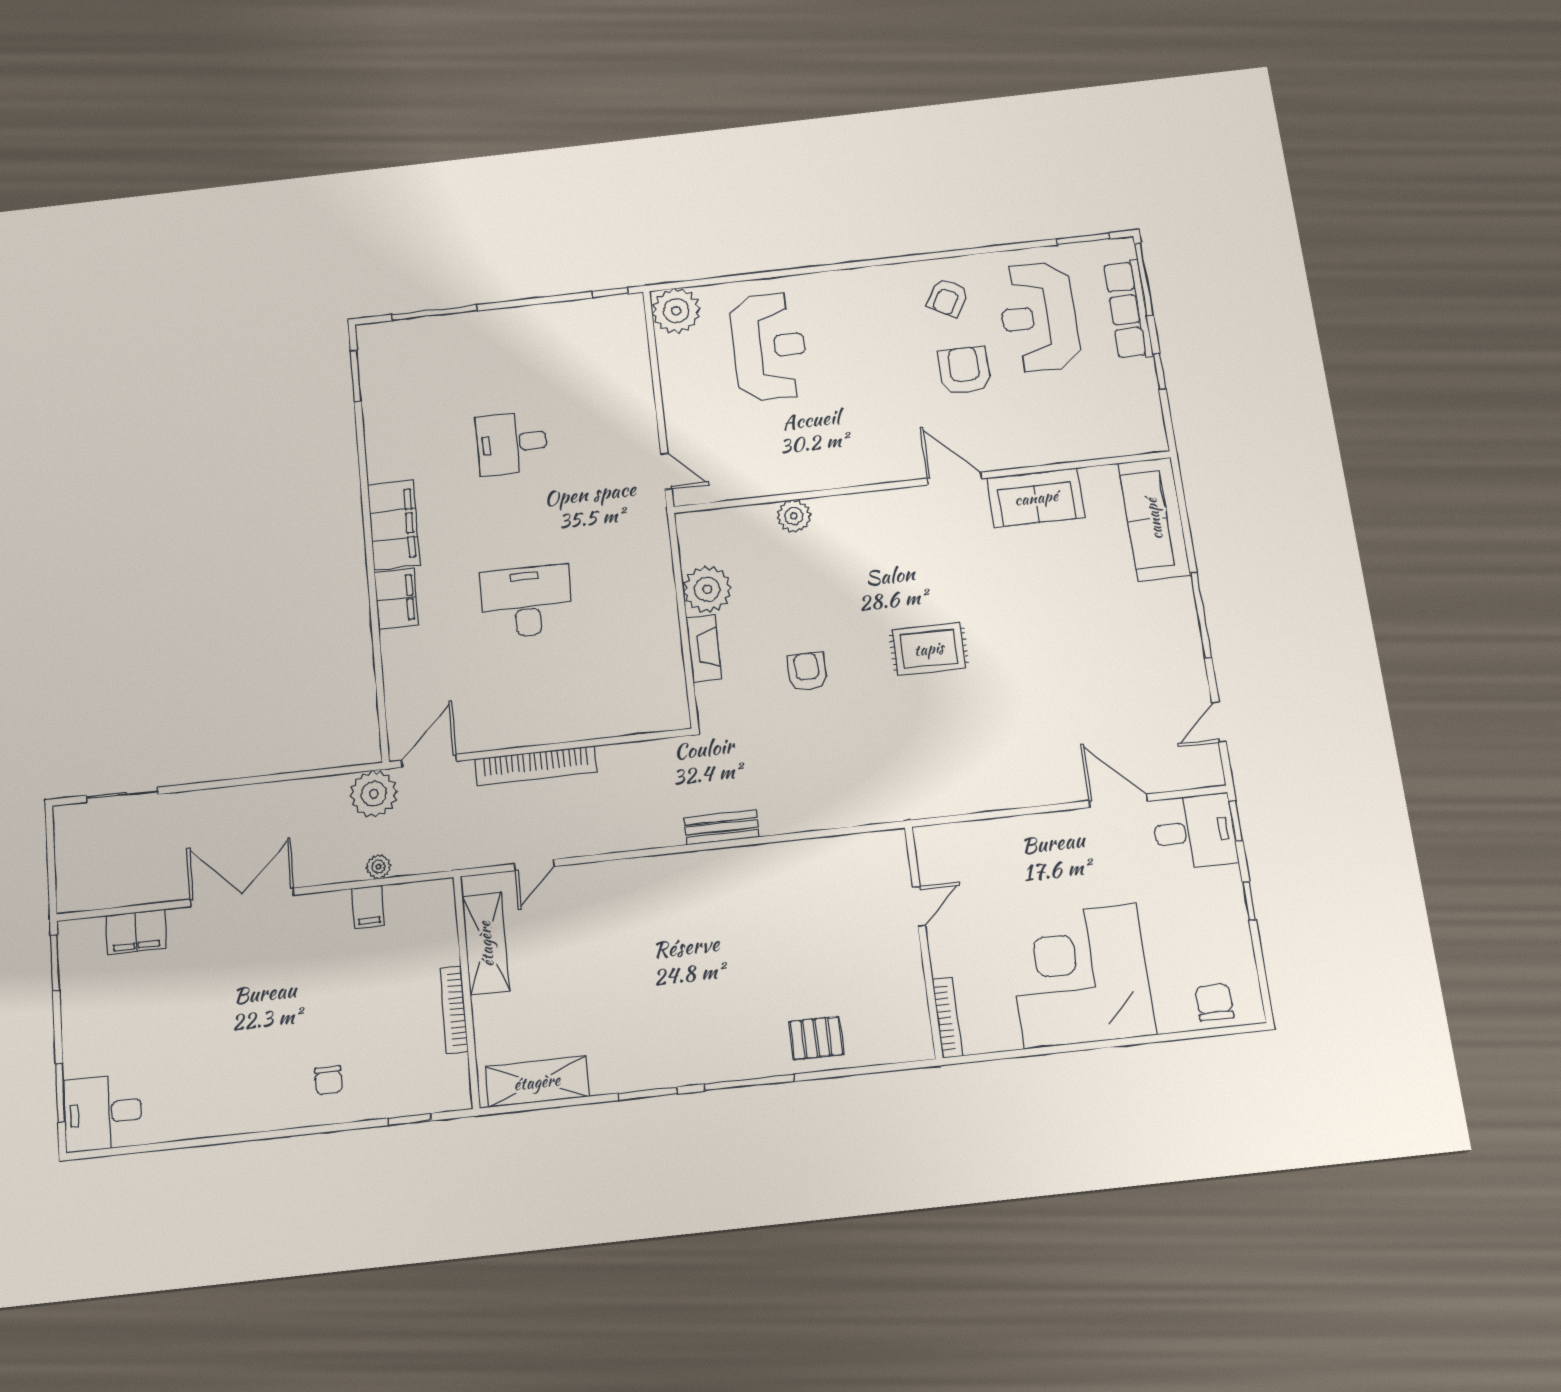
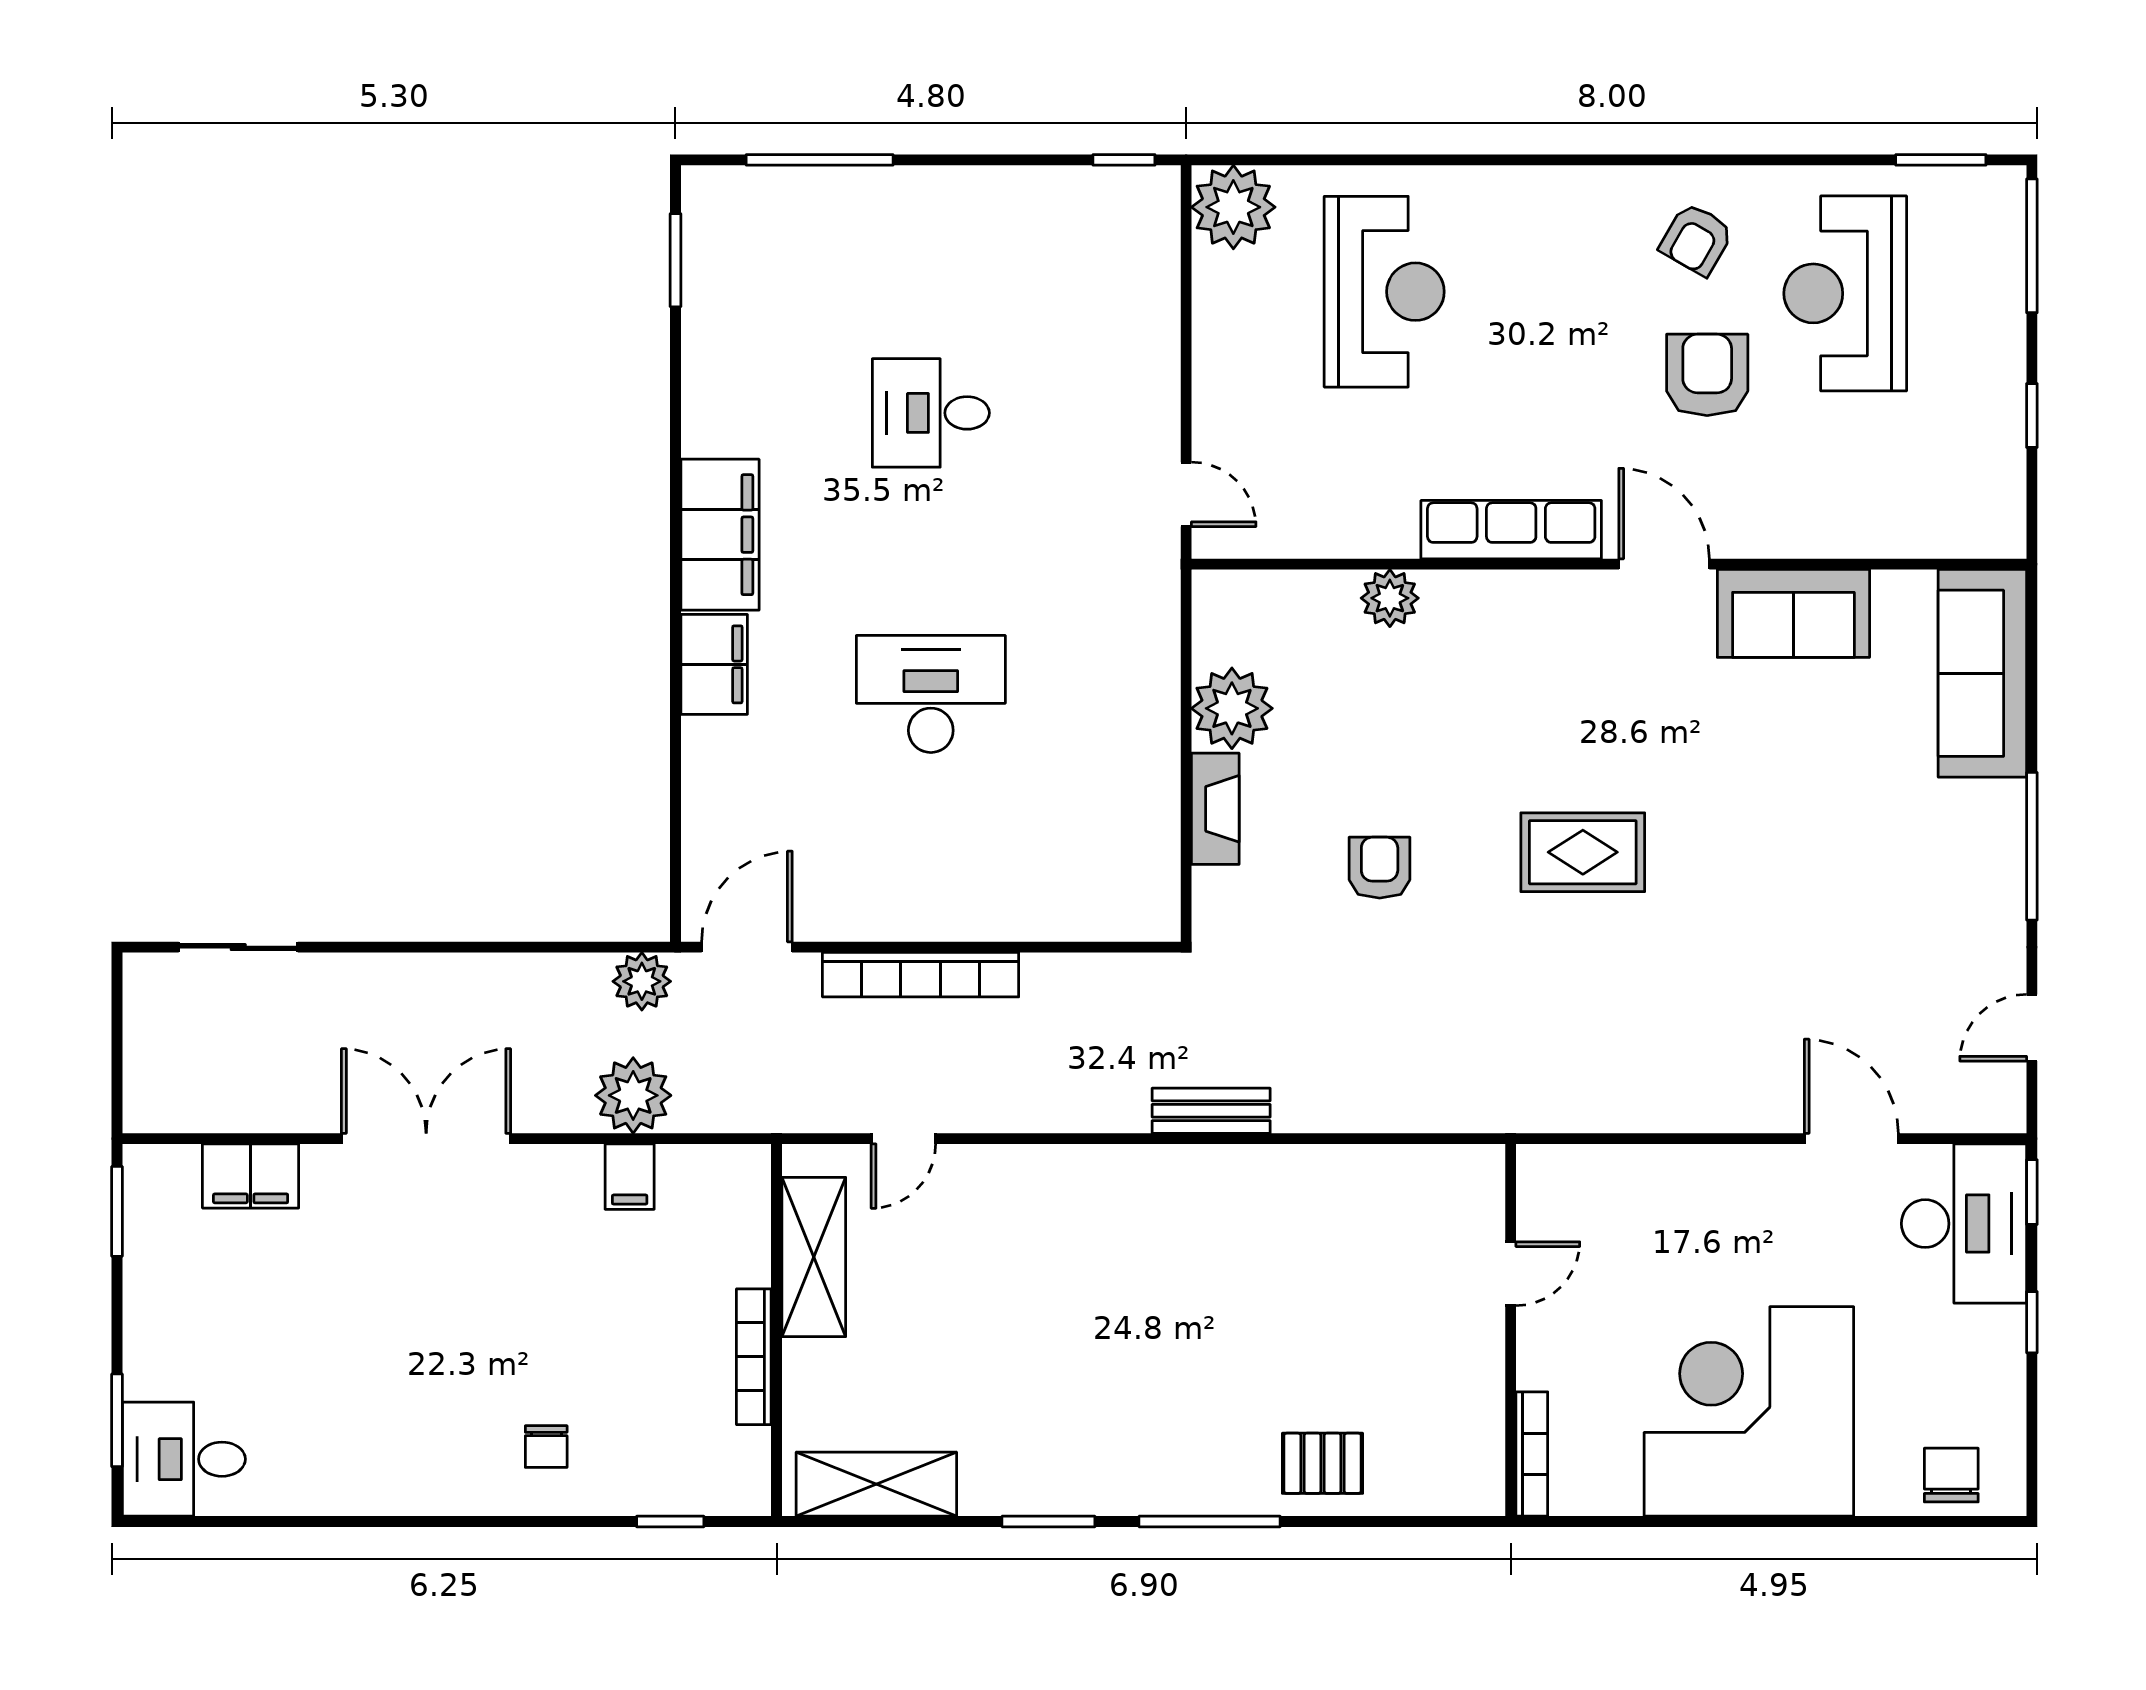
row of seats: (1128, 309) -> (1511, 530), moved, turned 90
plant: (374, 794) -> (642, 981), width x0.73, depth x0.73
desk: (1194, 832) -> (1964, 1224), width x1.37
plant: (378, 867) -> (633, 1095), width x1.88, depth x1.88

